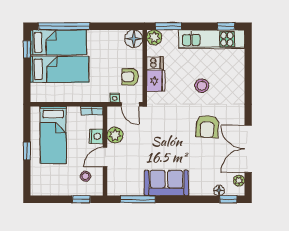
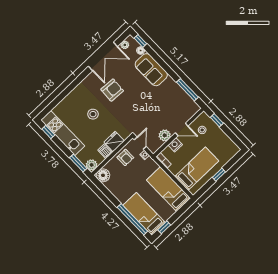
bed: (60, 69) -> (169, 189), moved
sofa: (166, 183) -> (151, 70), moved

